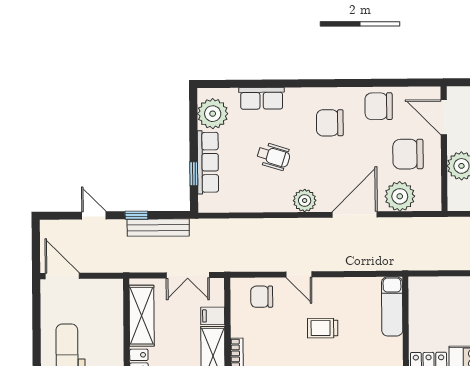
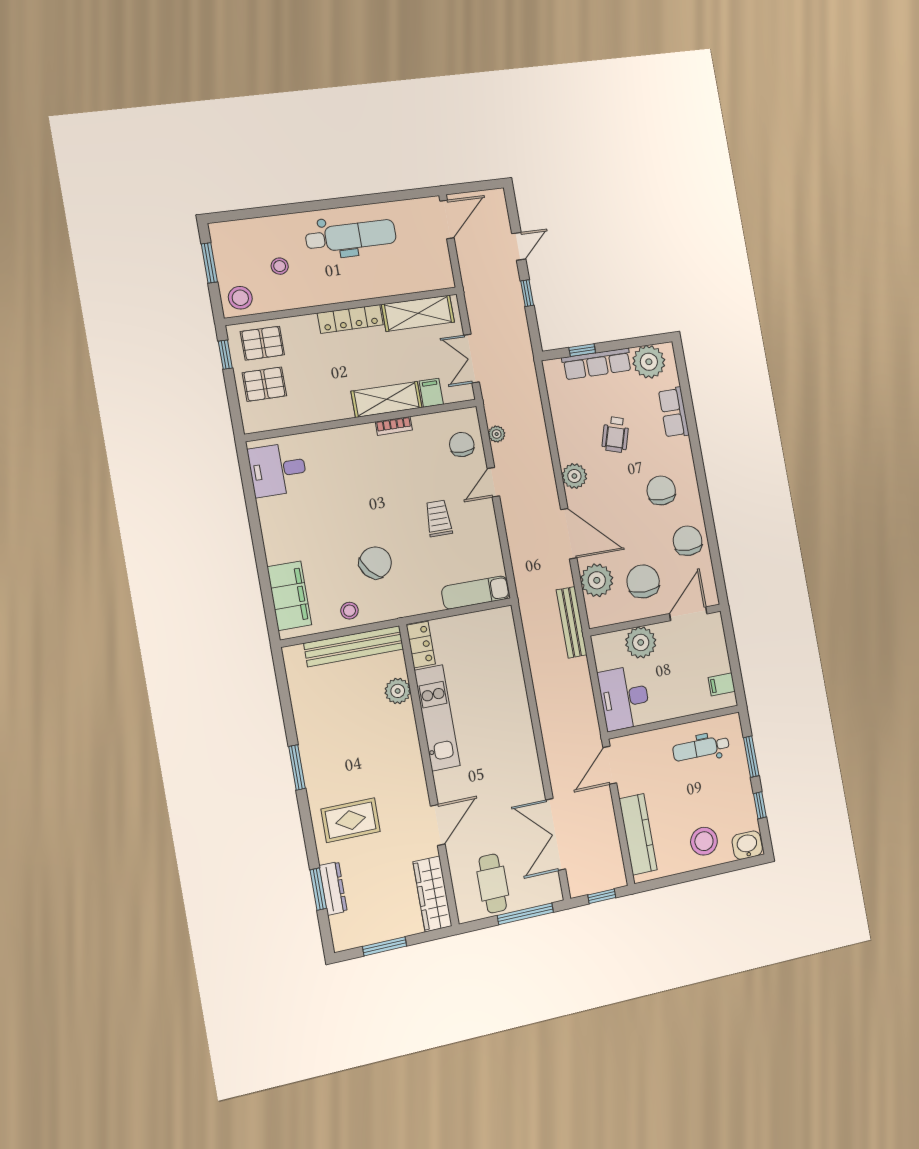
bench: (158, 228) -> (572, 622), moved
plant: (257, 264) -> (497, 434), added

